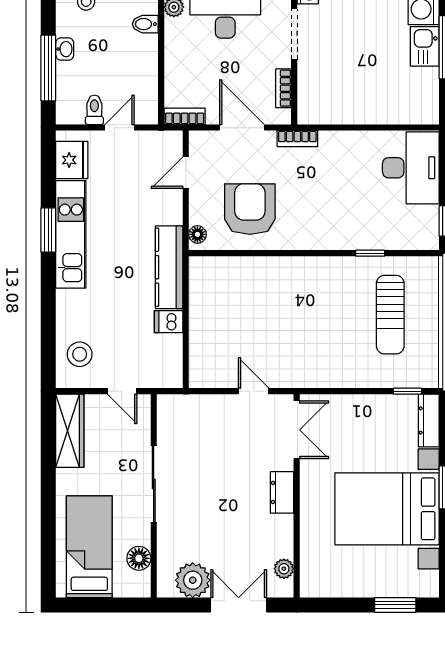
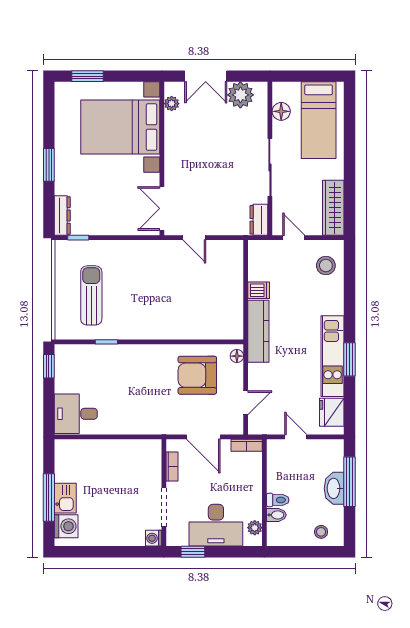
washbasin: (65, 49) -> (334, 488), width x1.91, depth x1.45
toilet: (94, 110) -> (278, 500), moved, turned -90
door: (120, 128) -> (296, 437), swing flipped
bookcase: (297, 139) -> (161, 428), removed
desk: (411, 168) -> (76, 414), width x0.73
armchair: (250, 209) -> (197, 375), turned 90
dresser: (282, 492) -> (259, 220), moved, turned 180
bed with nightstands: (387, 509) -> (120, 127), moved, turned 180

